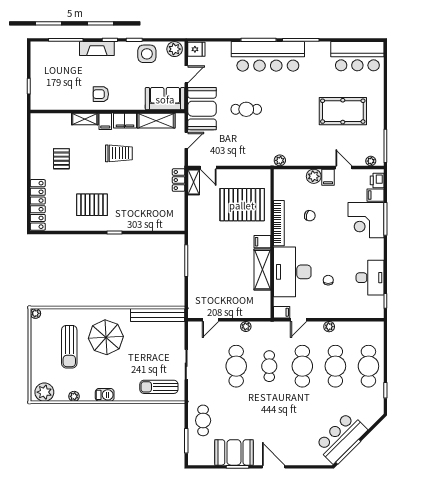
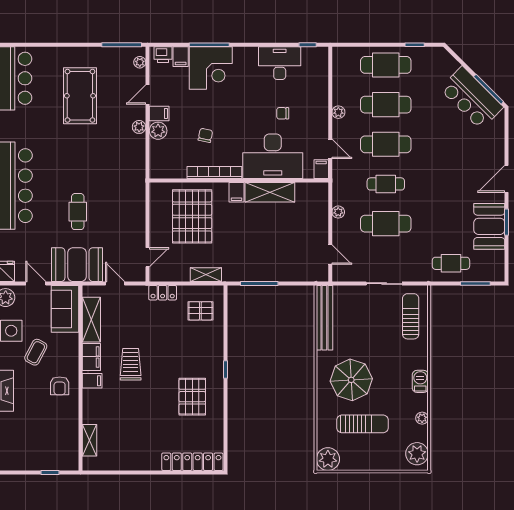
coffee table: (129, 74) -> (36, 352), added
shelving: (85, 119) -> (89, 440), moved
pallet: (61, 159) -> (200, 311), moved
plant: (280, 160) -> (139, 127), moved
shelving: (194, 182) -> (206, 275), moved
plant: (35, 313) -> (328, 459), width x1.88, depth x1.88
sun lounger: (159, 387) -> (411, 316), turned 180

